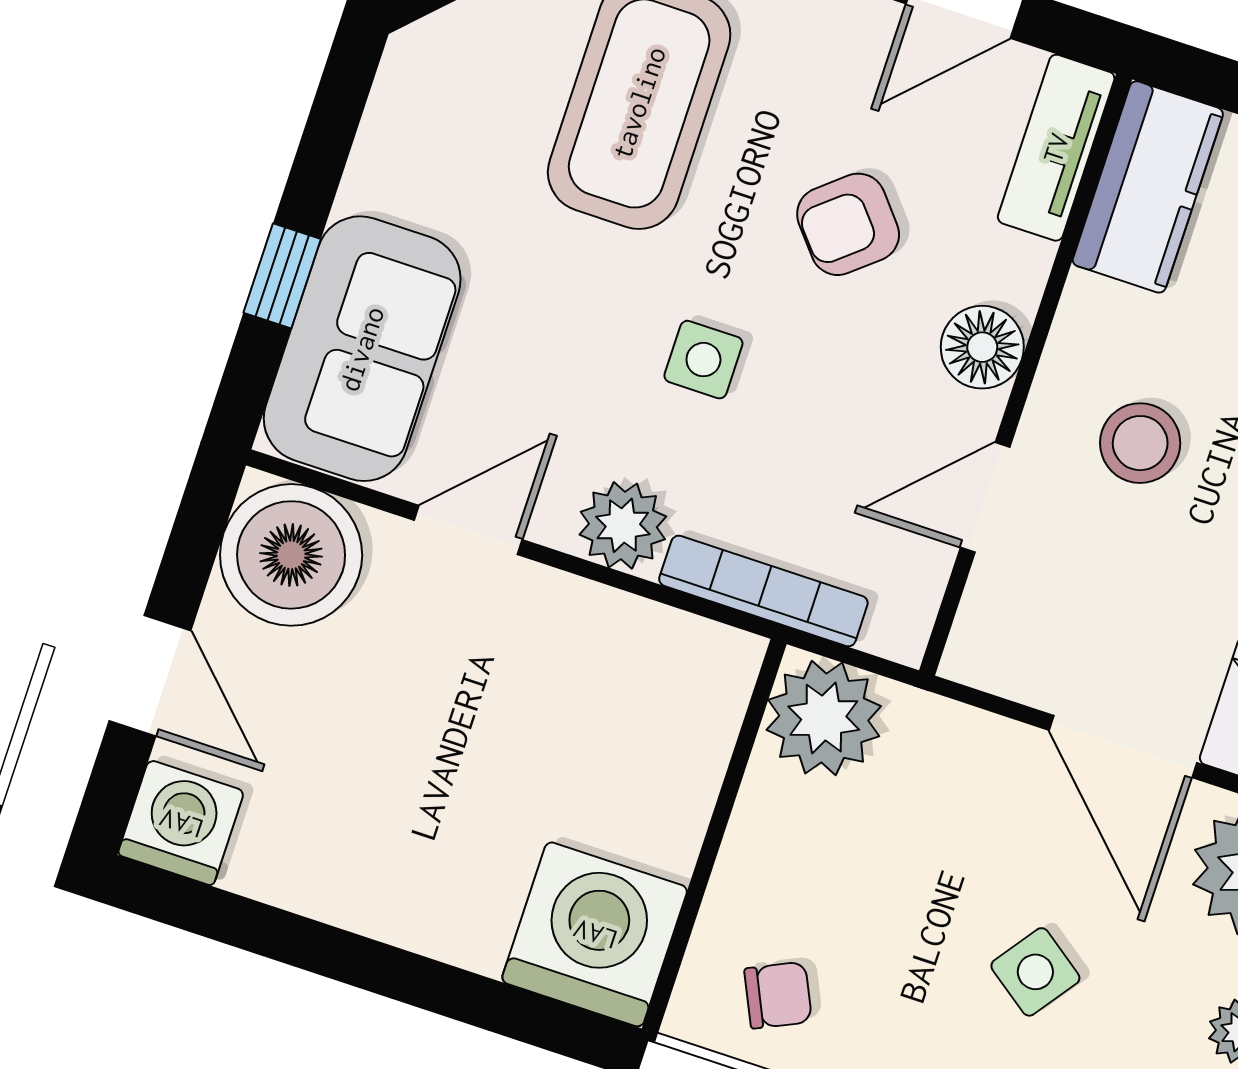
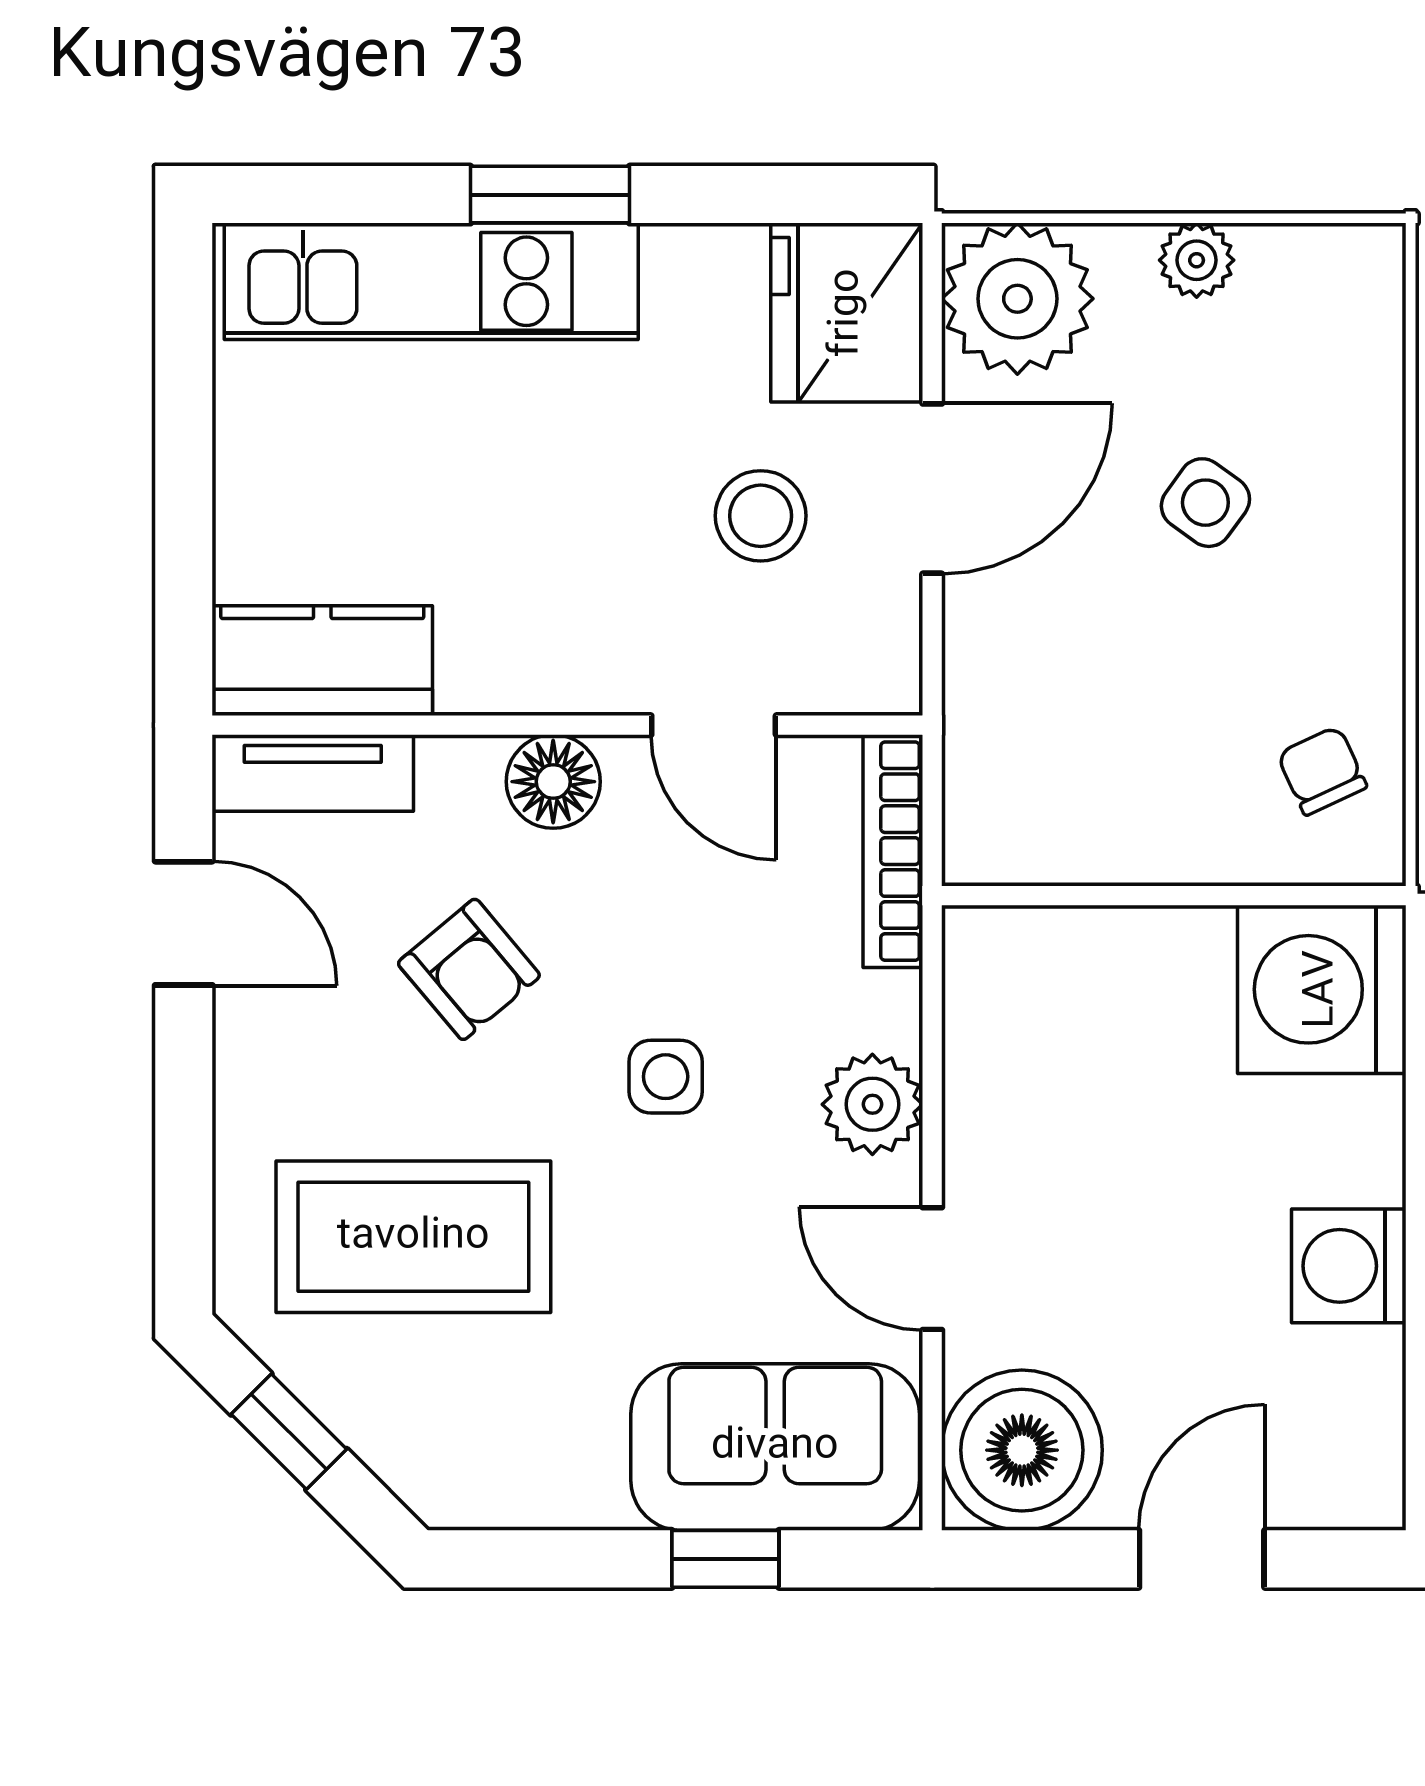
stool: (1140, 443) -> (761, 516), moved
bookcase: (763, 591) -> (893, 851), moved
plant: (824, 718) -> (1008, 820), removed
washing machine: (181, 823) -> (1349, 1266), moved

